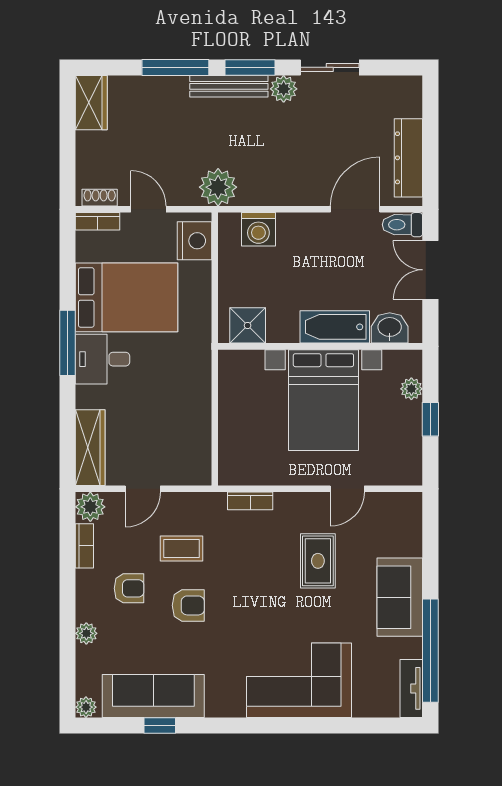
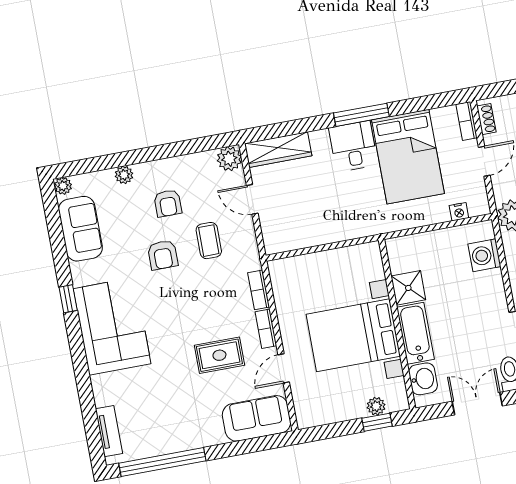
nightstand: (194, 241) -> (459, 212), width x0.53, depth x0.56
shower: (248, 325) -> (408, 288), moved
window: (430, 419) -> (377, 422), moved
door: (347, 489) -> (284, 368), hinge flipped
bookcase: (84, 546) -> (266, 329), moved, turned 90
sofa: (400, 597) -> (257, 418), moved
corner sofa: (299, 680) -> (112, 326), moved
tv unit: (411, 688) -> (109, 431), moved, turned 90
sofa: (153, 696) -> (80, 229), width x0.73
window: (160, 726) -> (68, 299), moved

